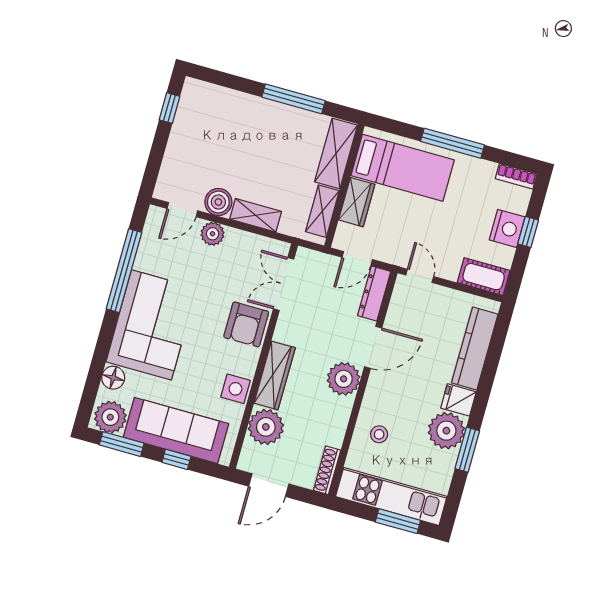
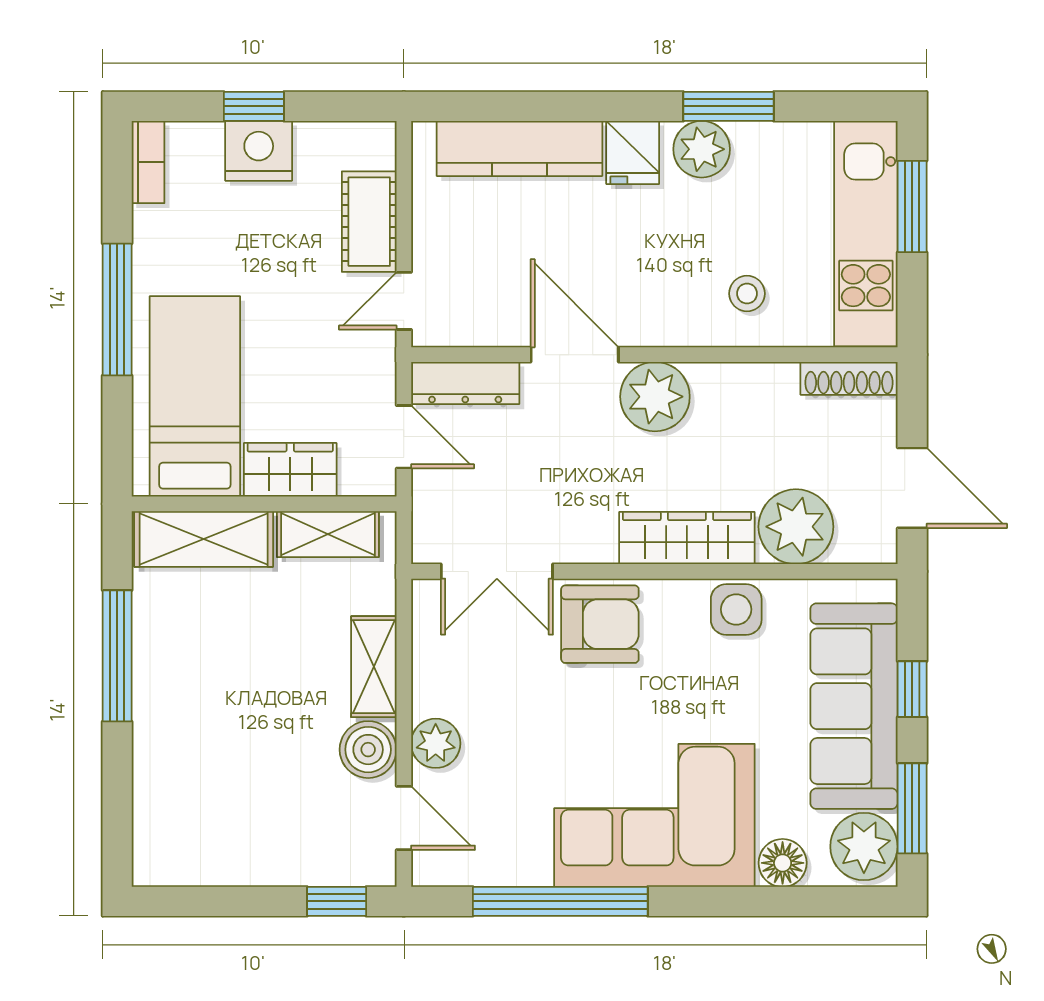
window: (169, 108) -> (337, 901), moved
cot: (484, 277) -> (369, 222), moved
plant: (446, 431) -> (702, 149), width x0.73, depth x0.73

